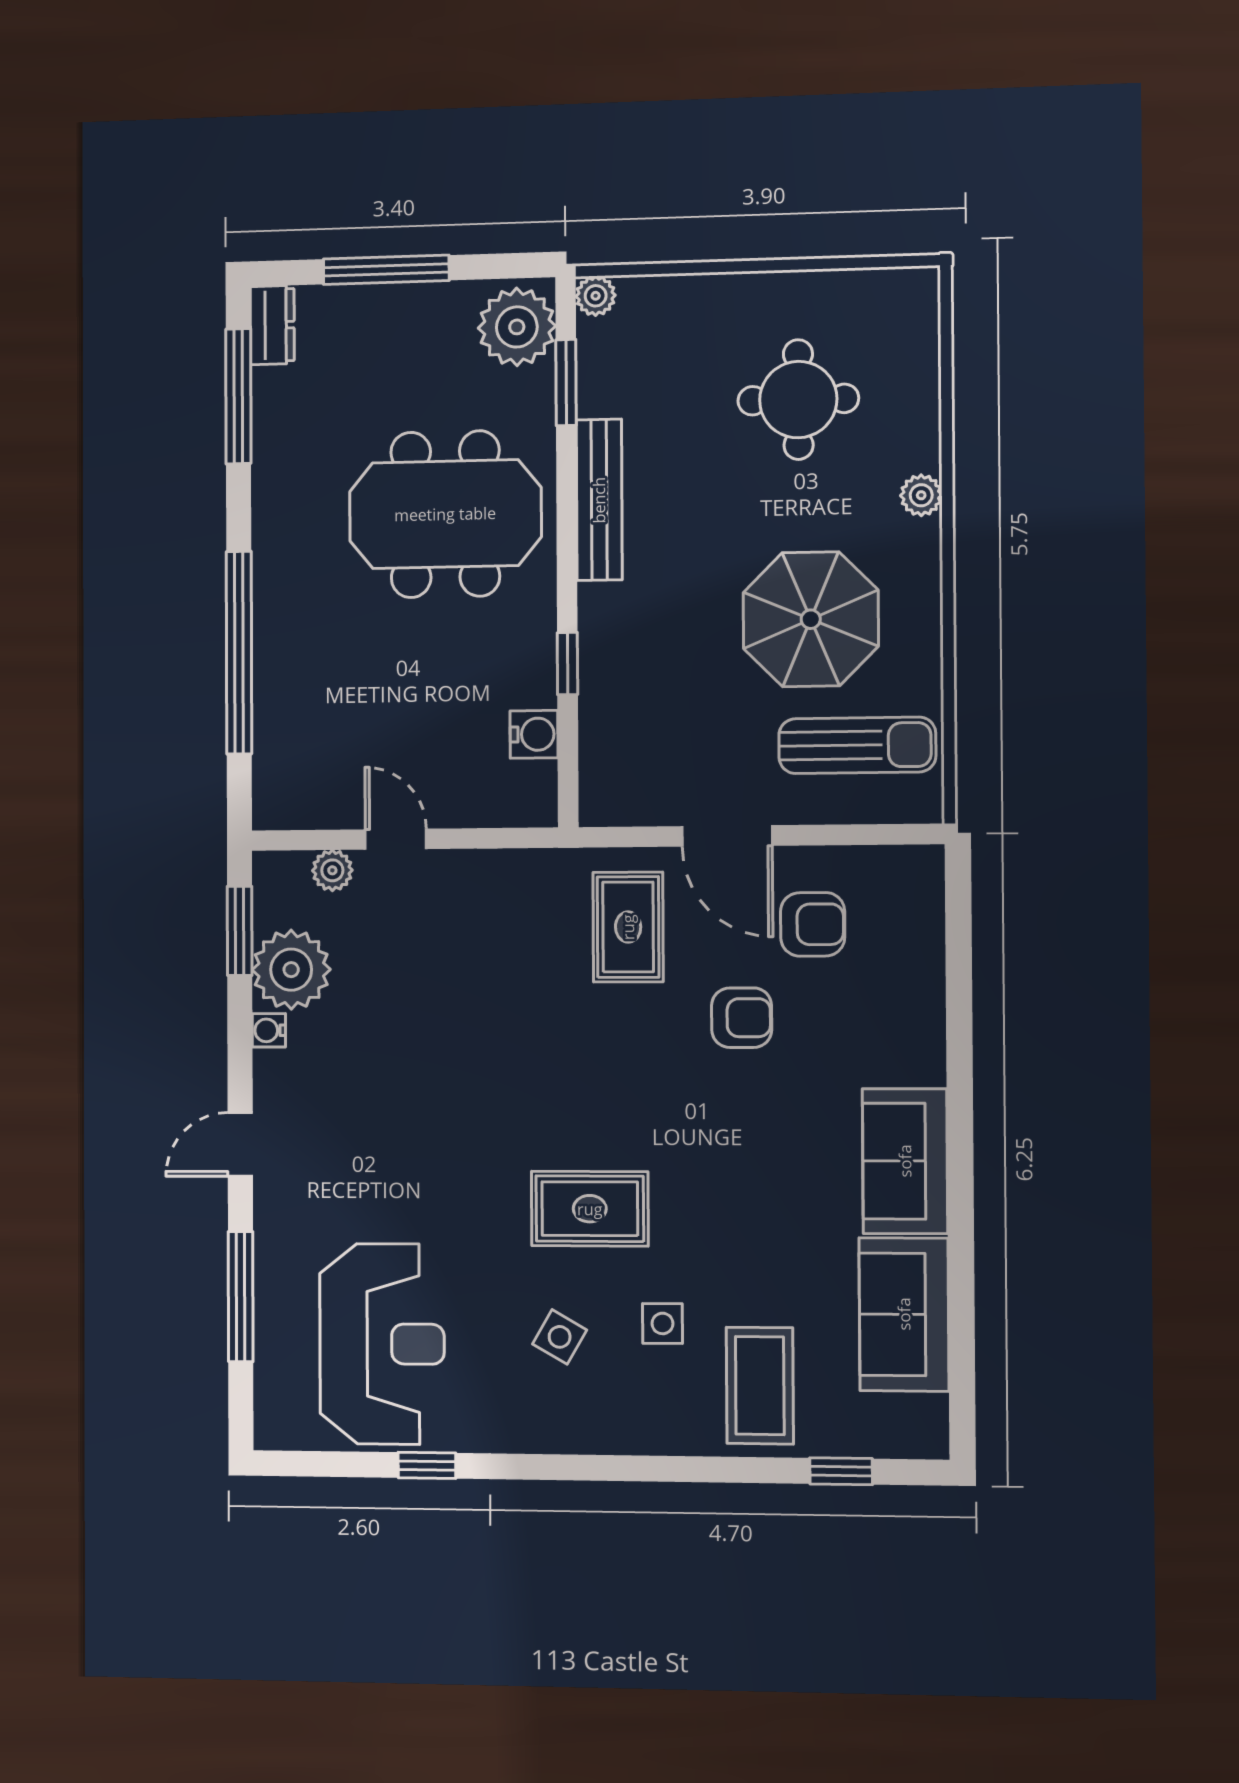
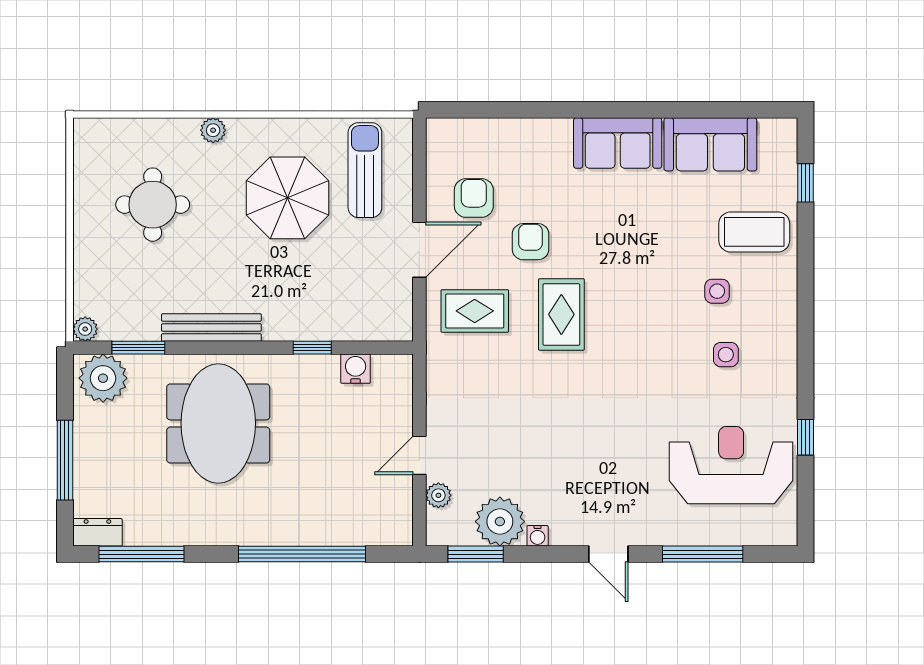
rug: (590, 1209) -> (561, 314), moved
side table: (560, 1337) -> (726, 355), turned -30

